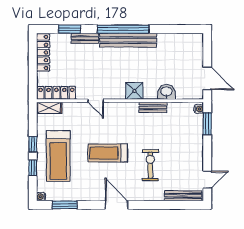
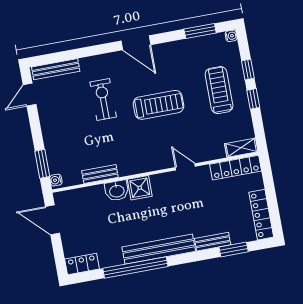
window: (123, 29) -> (135, 267), moved
locker: (190, 40) -> (82, 264), added
washbasin: (167, 92) -> (117, 191), moved
bench: (153, 107) -> (100, 174), moved
treadmill: (58, 156) -> (219, 90), width x0.73, depth x0.73
exercise bike: (150, 165) -> (103, 99), turned 180

